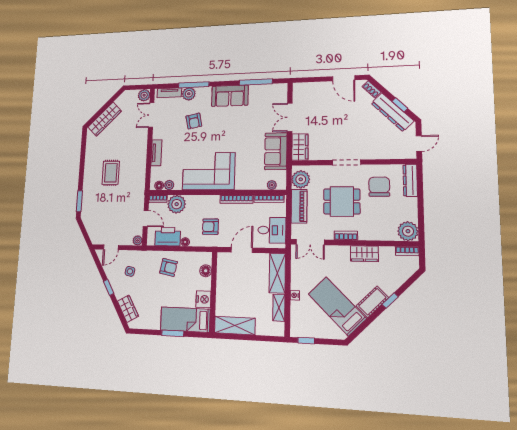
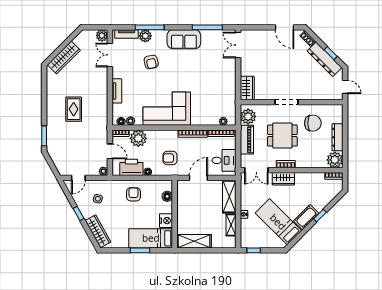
double door: (290, 117) -> (238, 45), moved
door: (419, 143) -> (345, 87), hinge flipped
sofa: (276, 151) -> (226, 91), removed
dresser: (410, 180) -> (338, 137), moved
chair: (379, 187) -> (313, 123), turned 90
wardrobe: (364, 254) -> (283, 179), moved
armchair: (169, 267) -> (133, 194), turned -101
wardrobe: (128, 309) -> (98, 231), width x1.50

